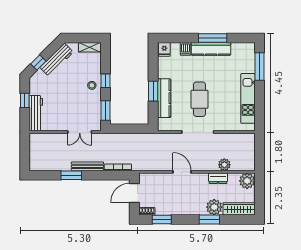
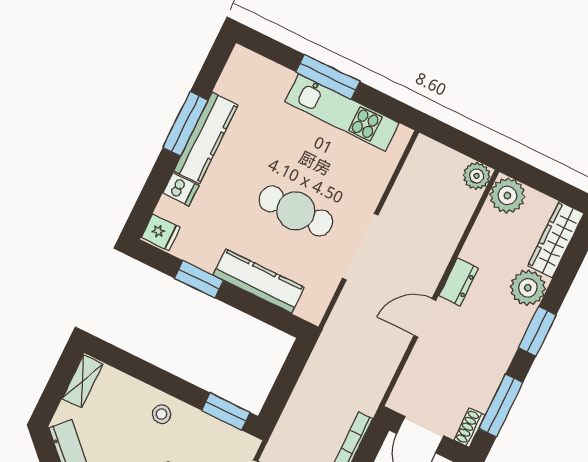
window: (259, 66) -> (328, 77), moved
window: (106, 81) -> (166, 382), removed
window: (153, 91) -> (199, 279), moved
plant: (224, 165) -> (477, 176), moved
dresser: (218, 178) -> (458, 282), moved
window: (162, 219) -> (501, 406), width x1.44
window: (209, 219) -> (537, 331), moved

